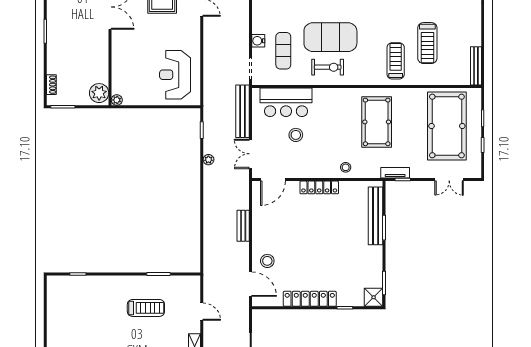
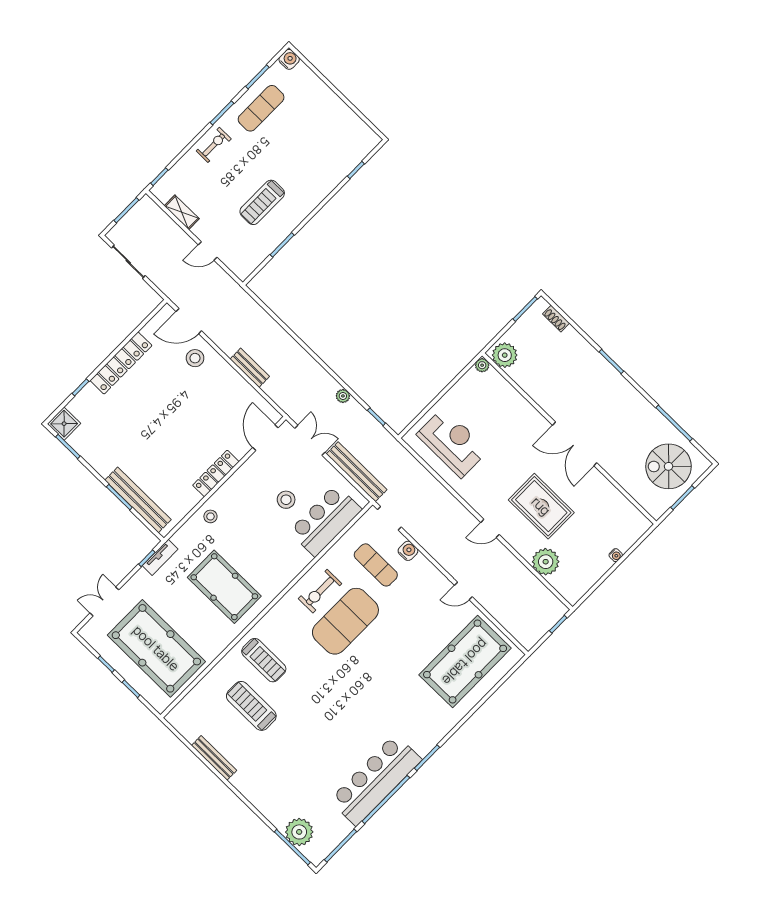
bench: (476, 66) -> (214, 758), moved

